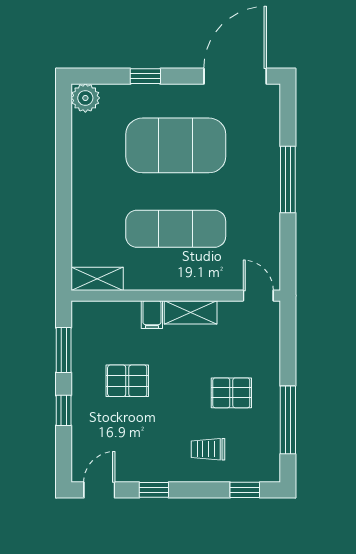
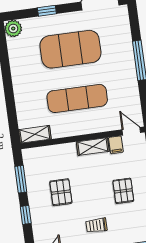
filing cabinet: (152, 315) -> (116, 145), moved
pallet: (127, 381) -> (61, 192), turned 90
pallet: (231, 393) -> (123, 191), turned 90
trolley: (208, 449) -> (96, 225), moved

